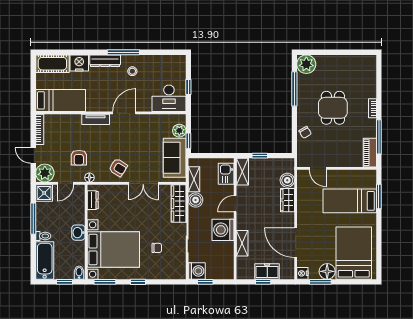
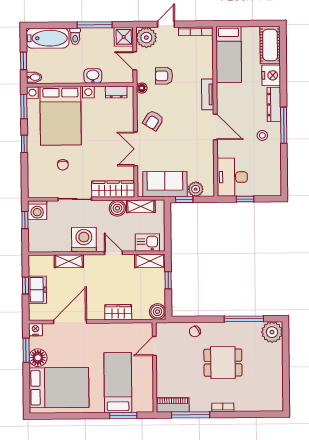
boiler: (287, 180) -> (158, 312), moved
washbasin: (78, 233) -> (93, 76), moved

